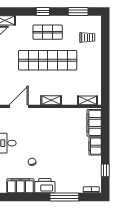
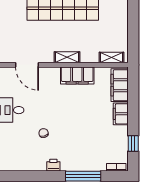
door: (19, 106) -> (27, 65), swing flipped
filing cabinet: (20, 186) -> (77, 75), moved, turned 180
printer: (45, 186) -> (53, 165), width x0.53, depth x0.68

